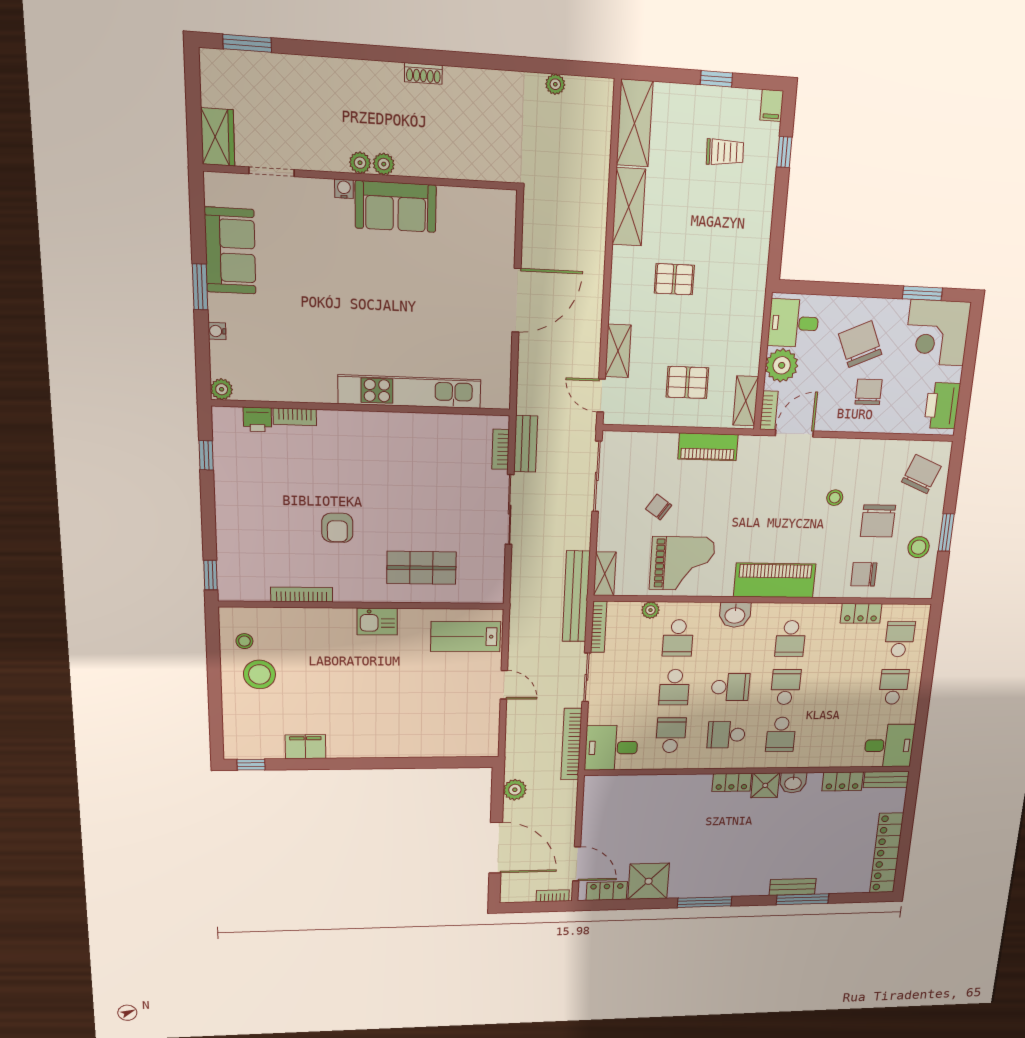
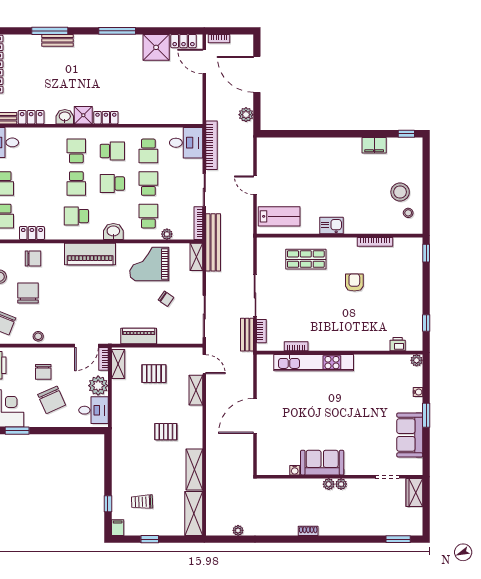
water cooler: (344, 189) -> (295, 470), moved
bookcase: (295, 417) -> (296, 346), moved
stool: (835, 498) -> (38, 336), moved
school desk: (790, 639) -> (76, 216), turned -90

